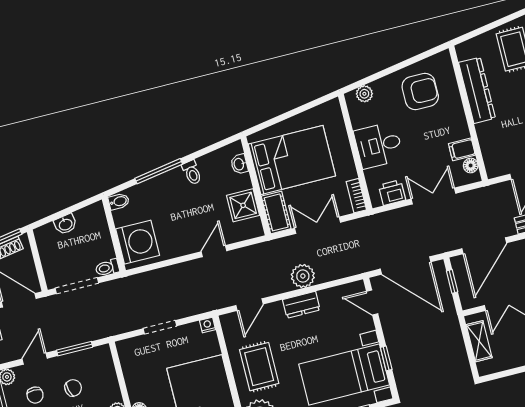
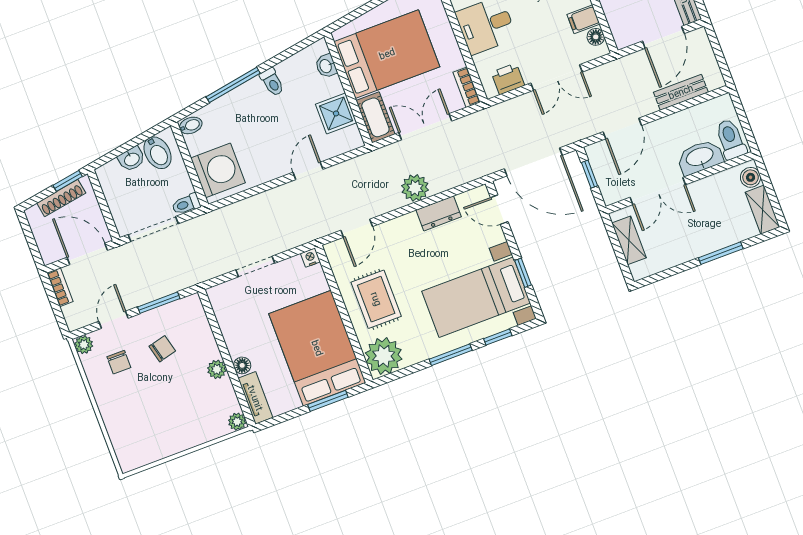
double door: (433, 196) -> (556, 77), swing flipped
bidet: (88, 221) -> (158, 153), added
door: (484, 246) -> (622, 129), width x0.73
dresser: (301, 305) -> (439, 213), moved

